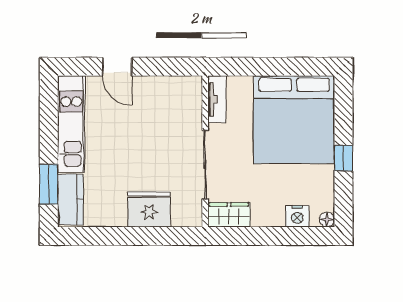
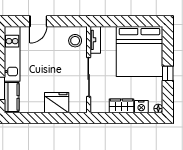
door: (117, 67) -> (38, 21), hinge flipped
stool: (181, 101) -> (75, 41), added
wardrobe: (229, 215) -> (121, 106), moved

